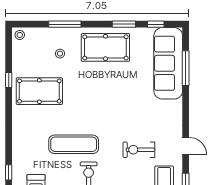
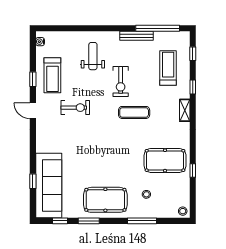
window: (186, 68) -> (33, 181), width x0.46
exercise mat: (74, 144) -> (134, 112), width x0.73, depth x0.69
shelving: (18, 147) -> (185, 110), added

